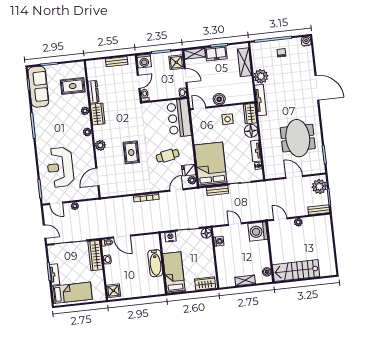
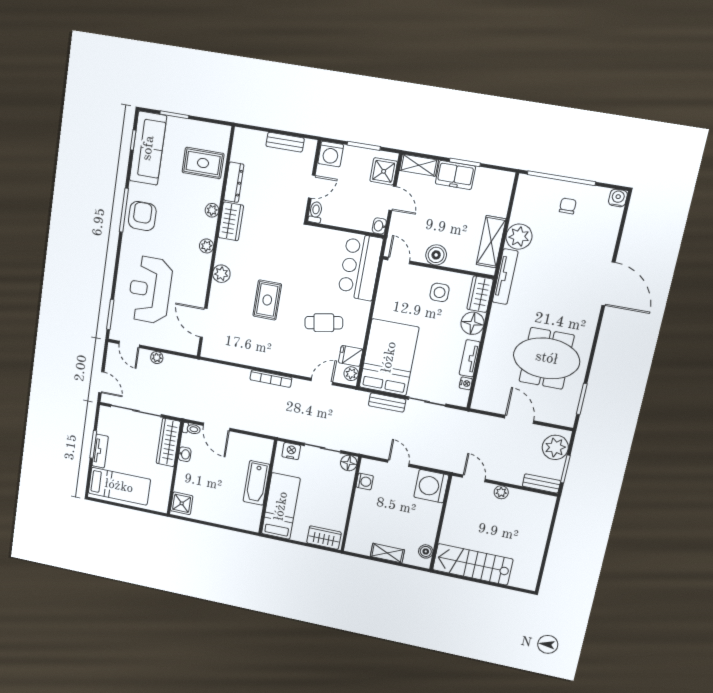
shelving: (244, 62) -> (491, 242), moved
armchair: (45, 126) -> (142, 216), added
meeting table: (298, 138) -> (547, 358), turned 90
door: (97, 177) -> (204, 323), hinge flipped

